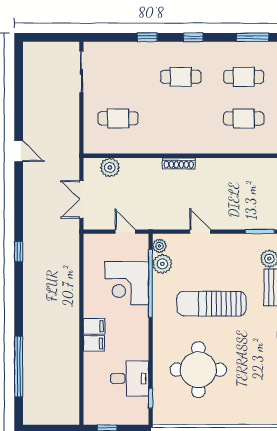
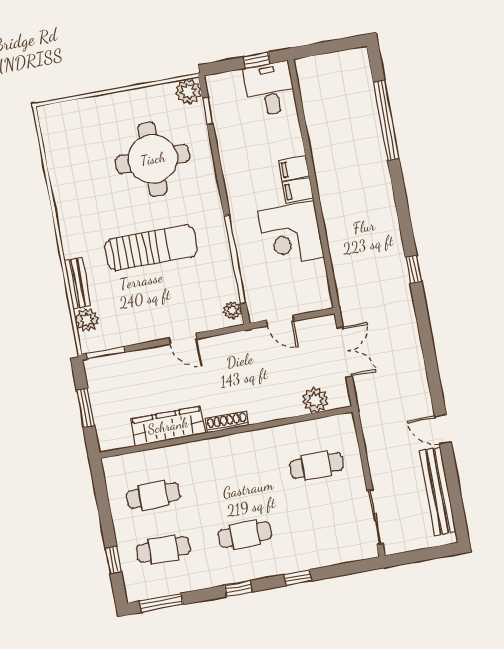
bench: (31, 83) -> (438, 491), added
door: (19, 151) -> (443, 429), moved
wardrobe: (223, 168) -> (168, 426), added
plant: (162, 264) -> (188, 91), moved
corner desk: (127, 283) -> (291, 234), moved, turned 180
desk: (130, 378) -> (270, 89), moved, turned 90

